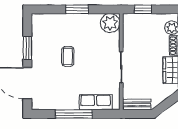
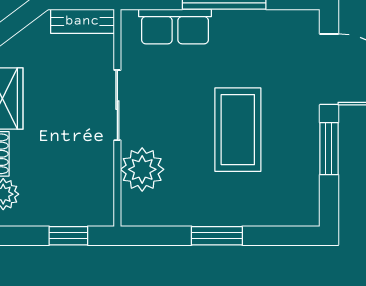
plant: (110, 23) -> (142, 169), moved
coffee table: (68, 56) -> (238, 130), width x1.86, depth x1.72

